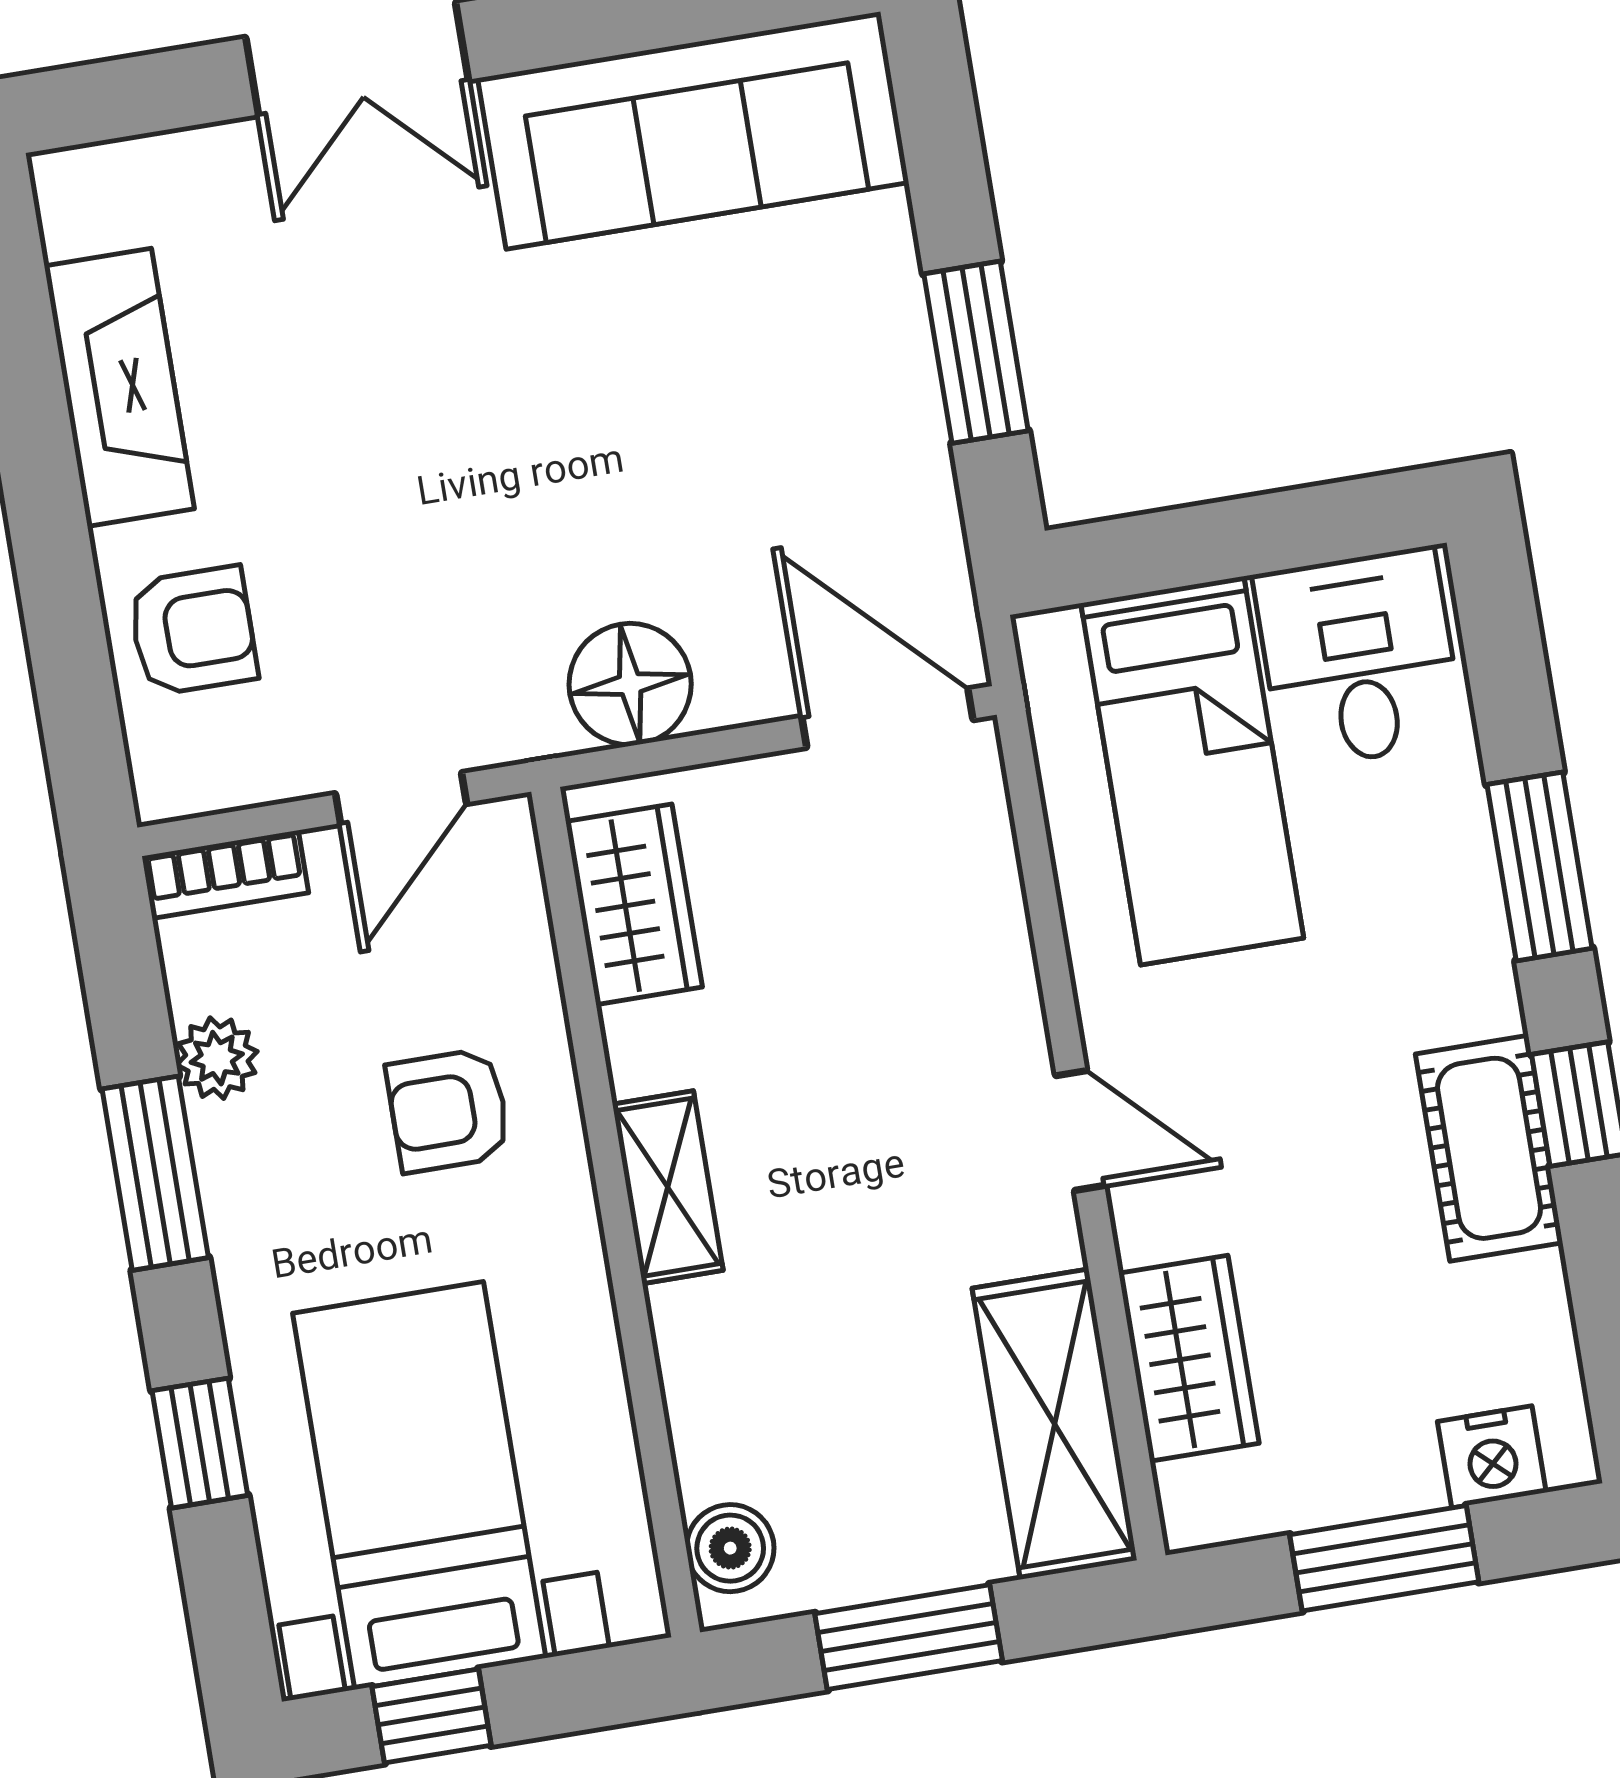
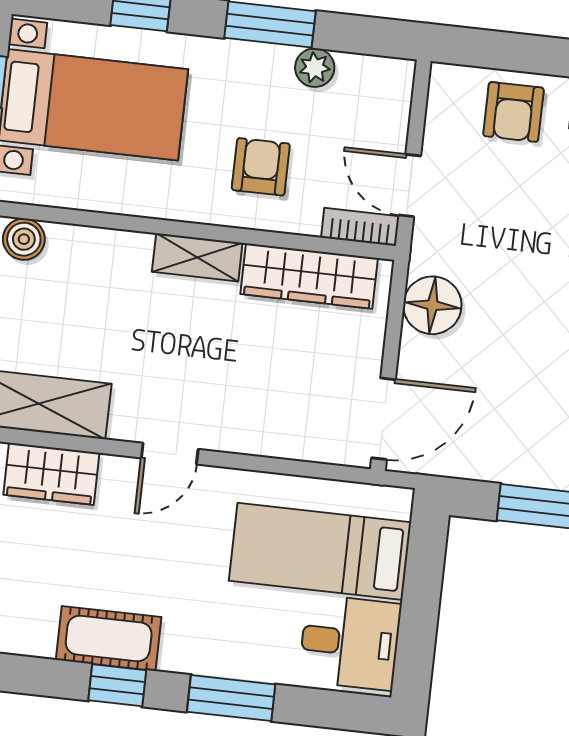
bookcase: (225, 874) -> (360, 227), moved, turned 90
wardrobe: (634, 904) -> (309, 276), width x1.50

